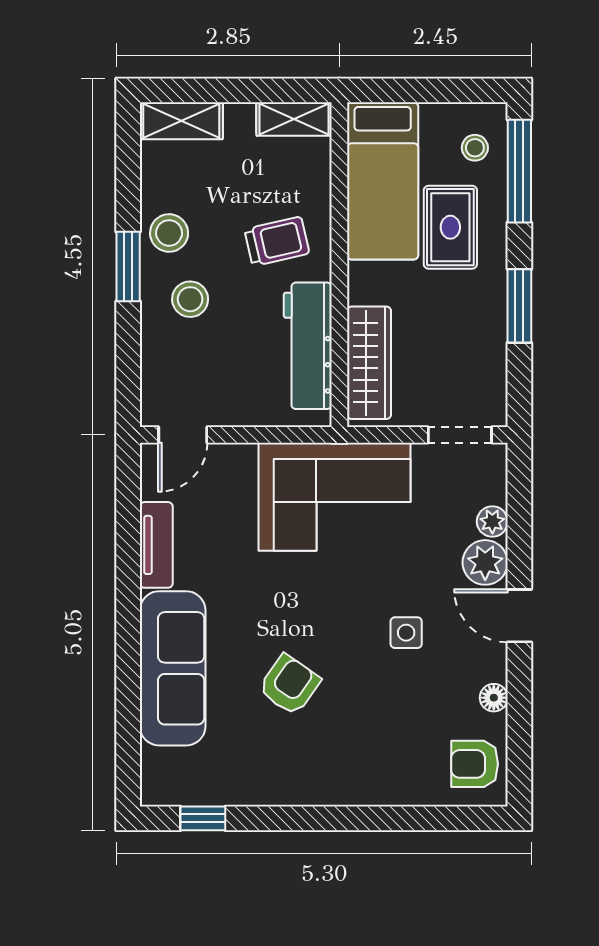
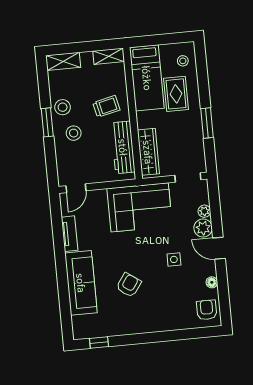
window: (519, 171) -> (202, 69), removed
armchair: (475, 764) -> (207, 310), turned 90

